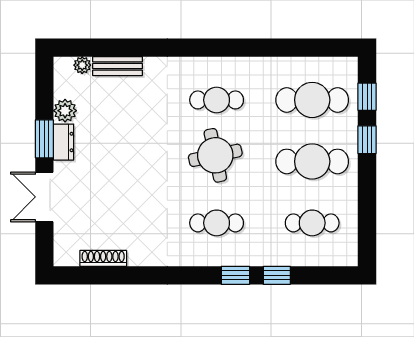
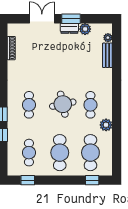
plant: (257, 69) -> (106, 125), added
window: (367, 140) -> (28, 180), moved

